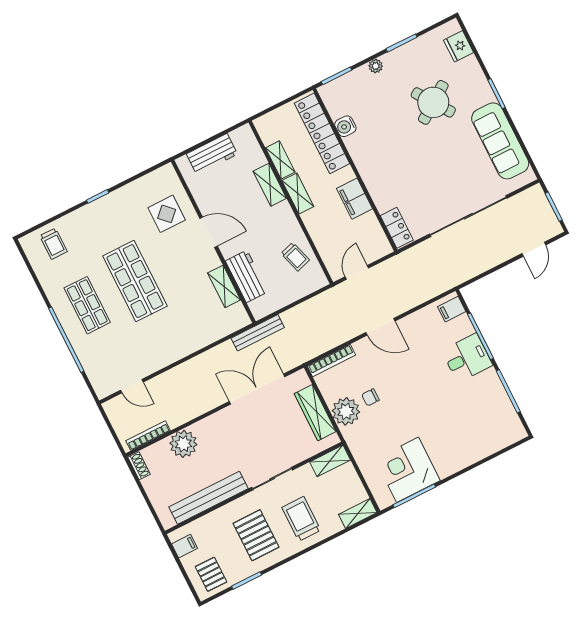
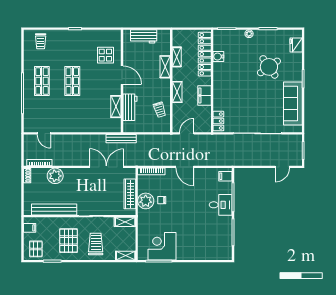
shelving: (298, 193) -> (177, 92), moved
shop shelf: (135, 281) -> (72, 81), width x0.70, depth x0.74

